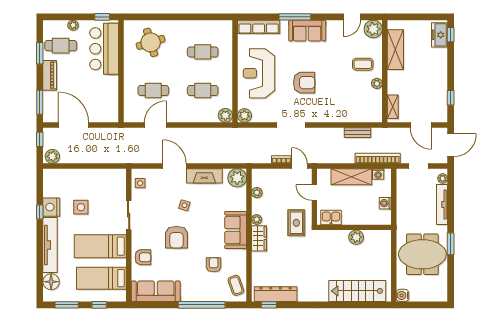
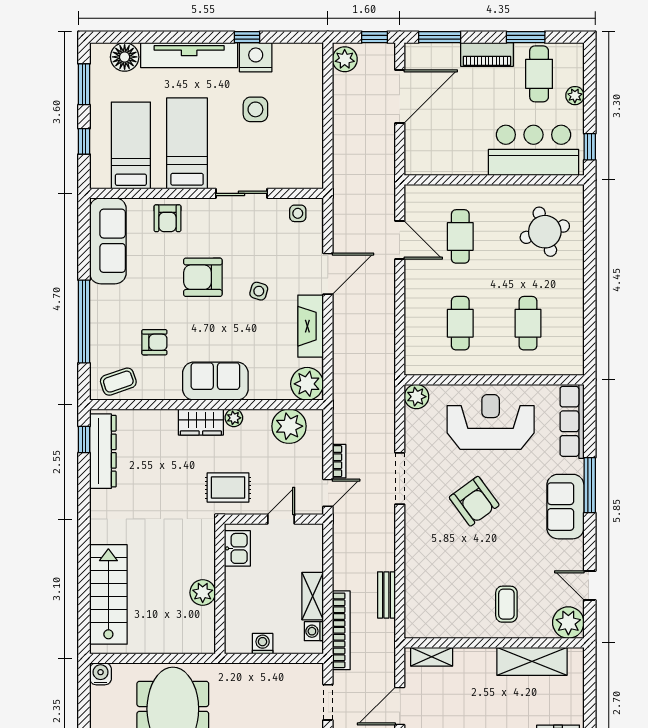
armchair: (304, 83) -> (474, 501), turned -36
plant: (377, 83) -> (473, 629), removed
plant: (225, 115) -> (417, 363), removed
shelving: (351, 177) -> (313, 596), width x0.67, depth x0.75
plant: (257, 193) -> (289, 426), width x1.88, depth x1.88

